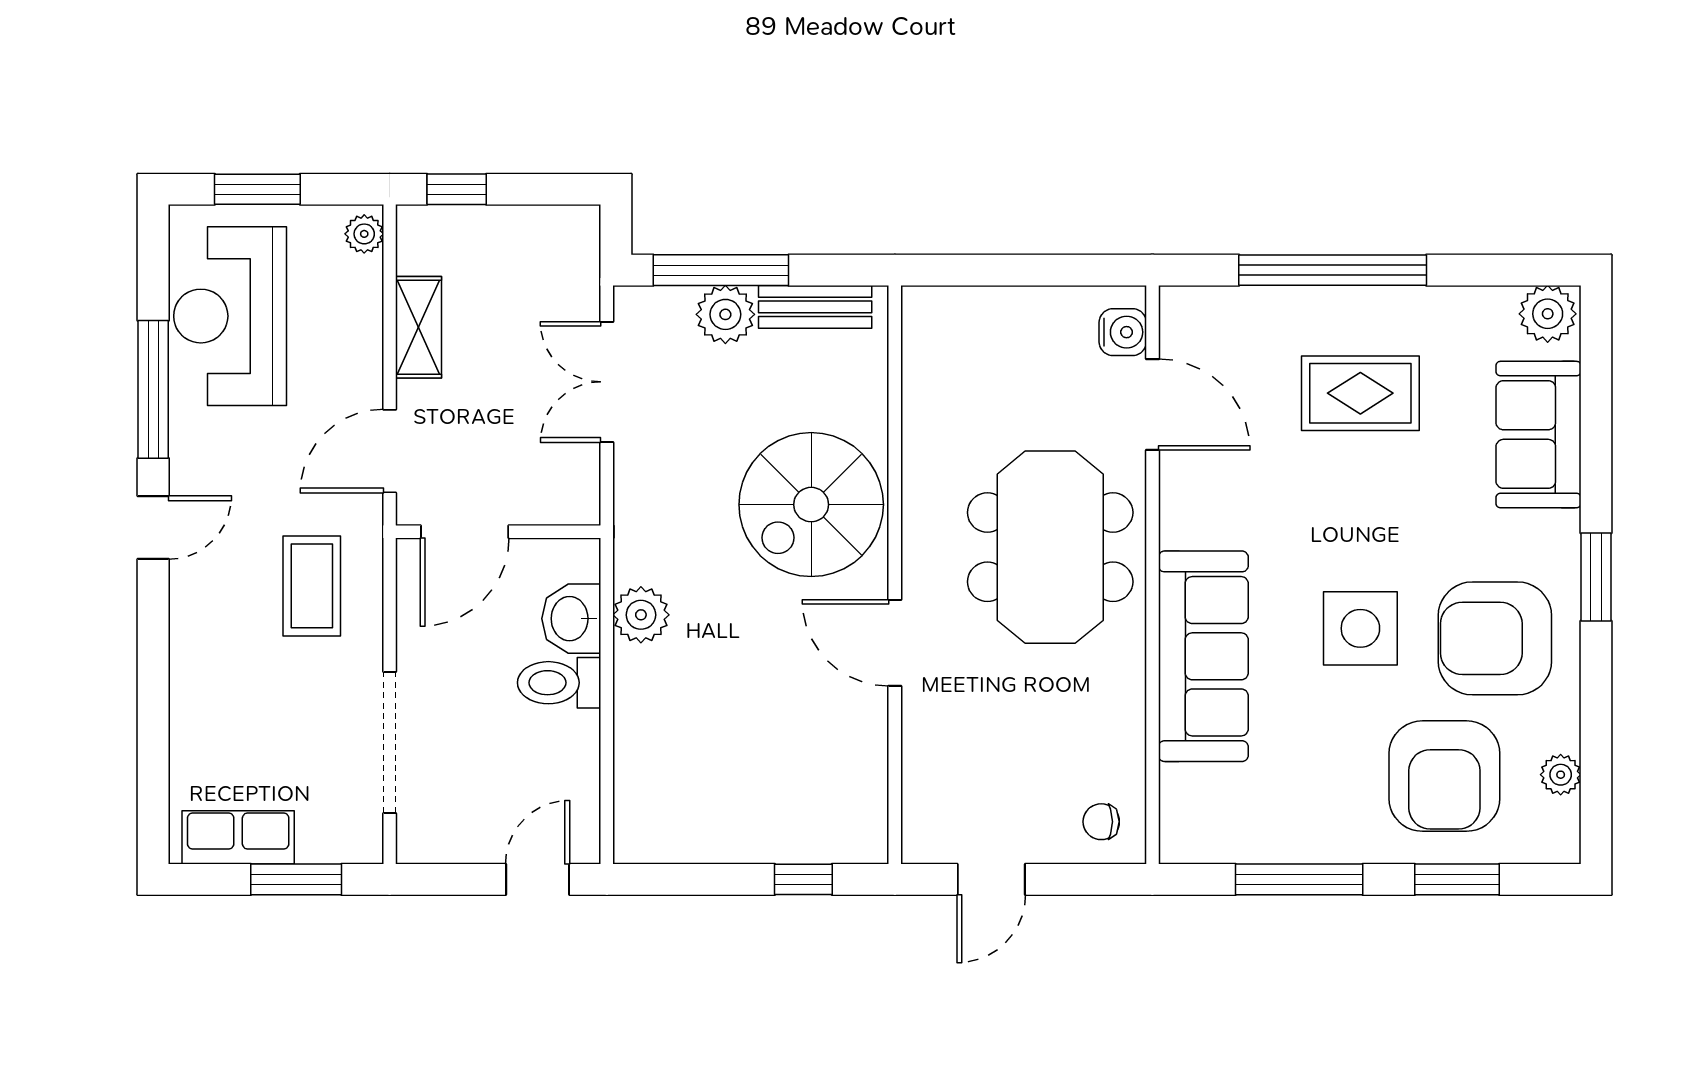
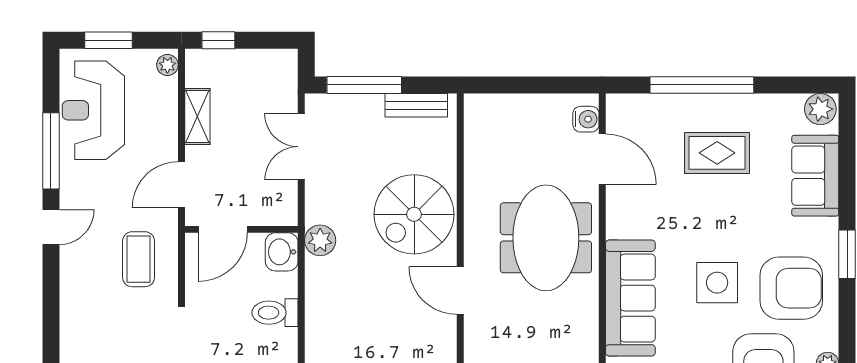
plant: (725, 314) -> (367, 109), removed
plant: (641, 615) -> (320, 240), moved
washbasin: (571, 619) -> (282, 252), moved
armchair: (1495, 638) -> (791, 288), turned 180

